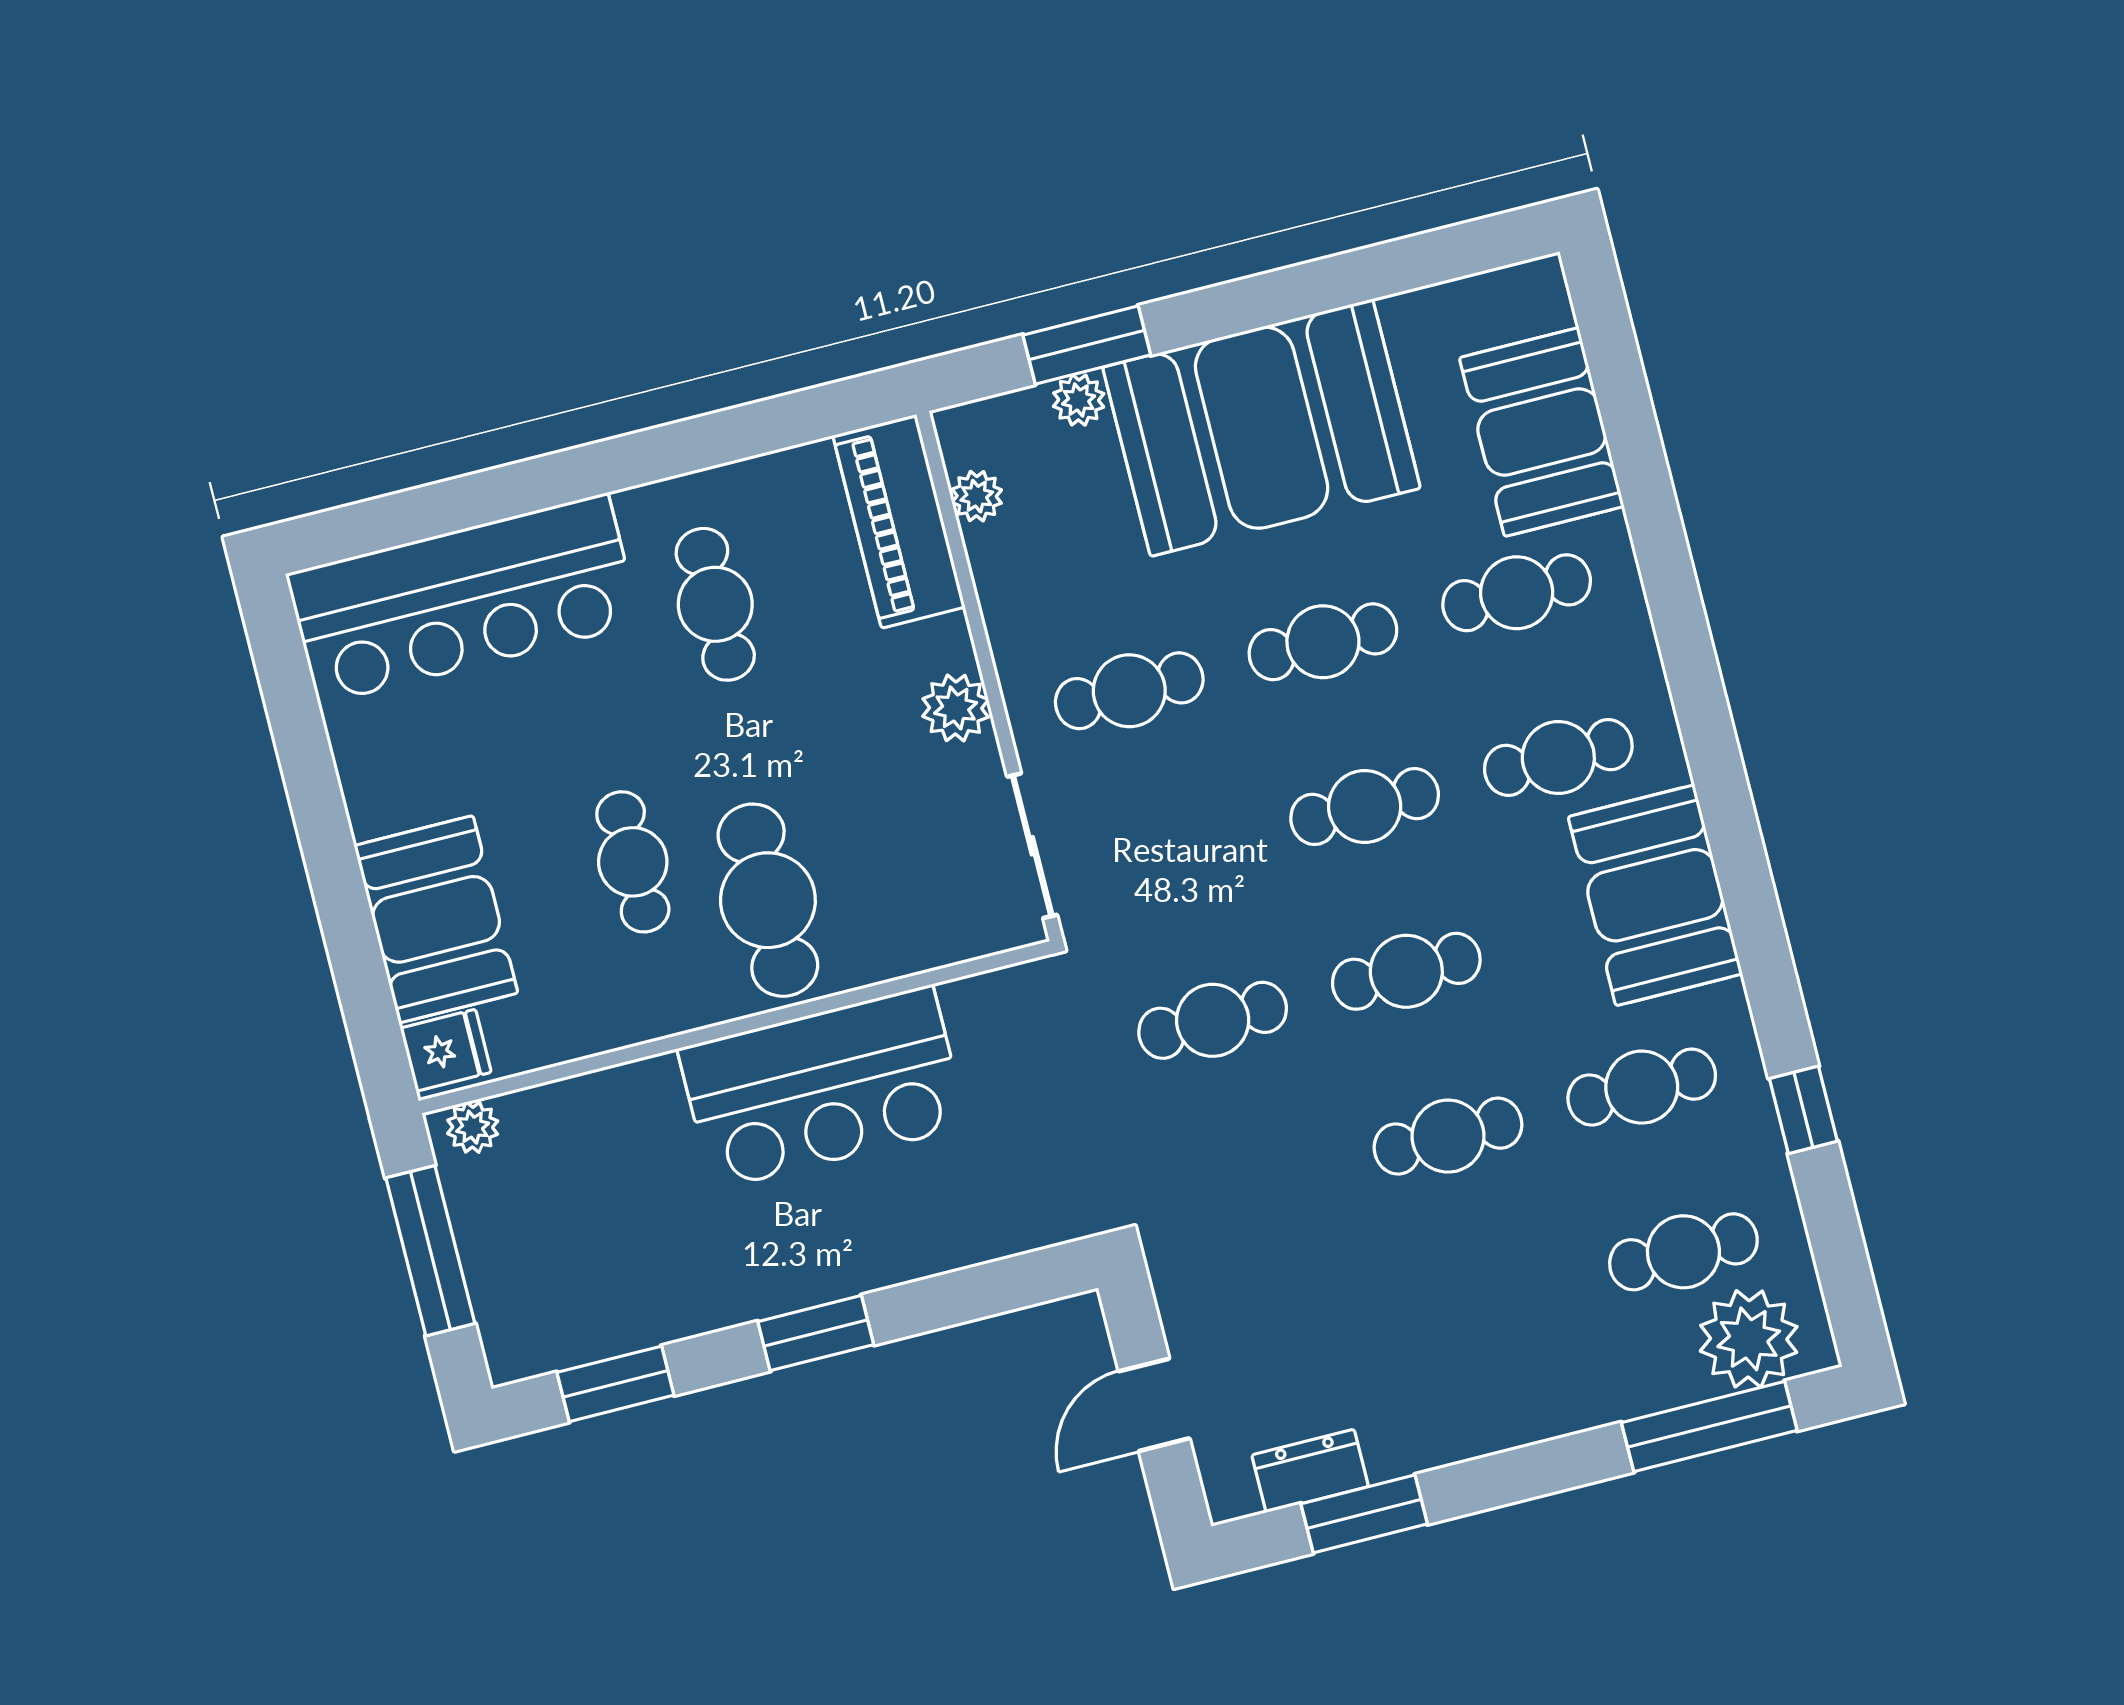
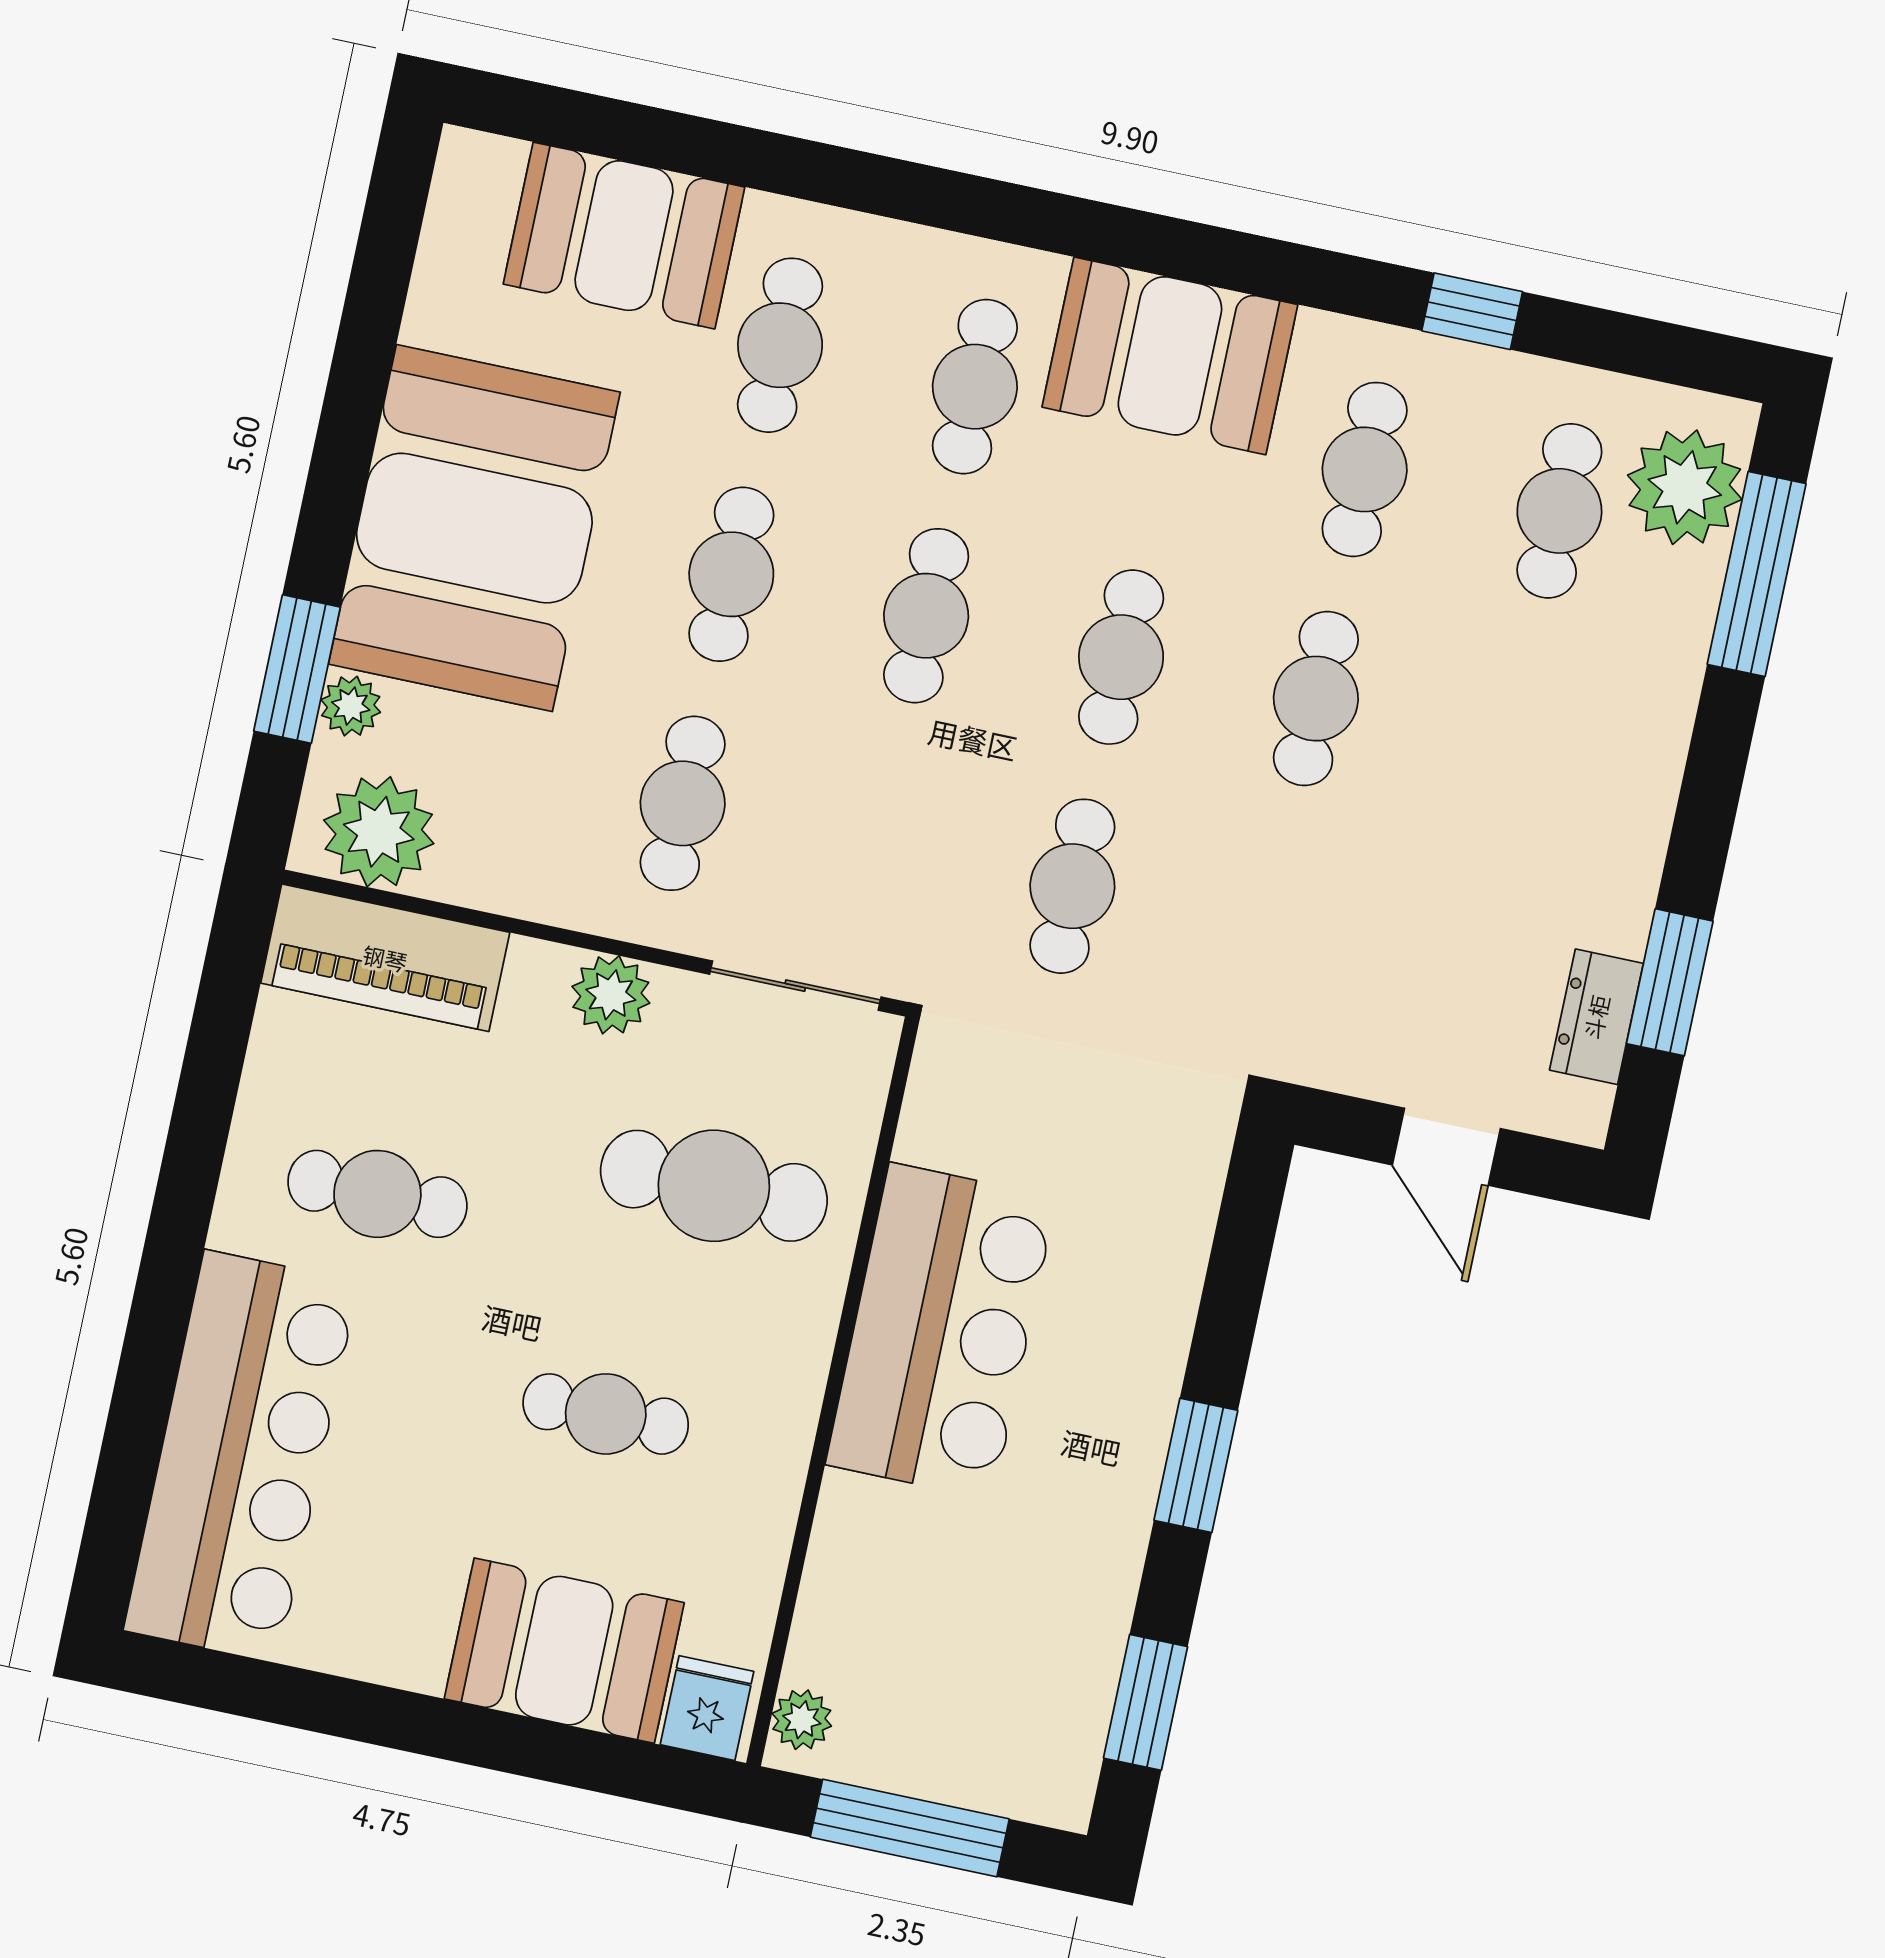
plant: (977, 496) -> (379, 832), width x1.87, depth x1.87
cafe table: (768, 900) -> (714, 1186), moved

